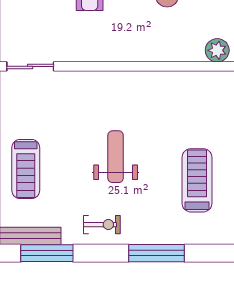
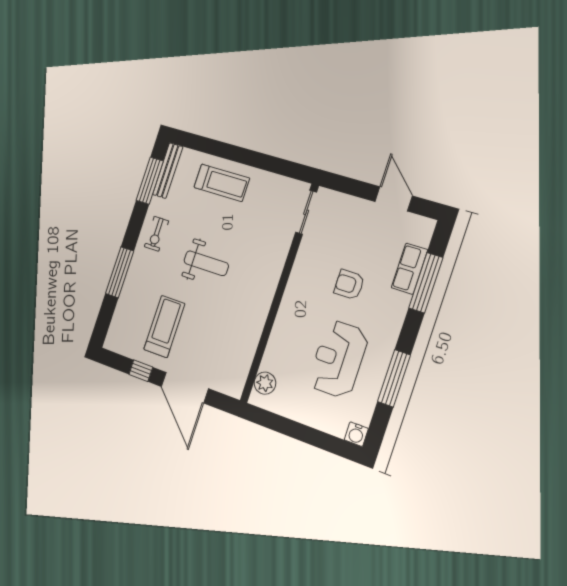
treadmill: (26, 169) -> (222, 183), turned 180
treadmill: (197, 180) -> (164, 326), turned -90

